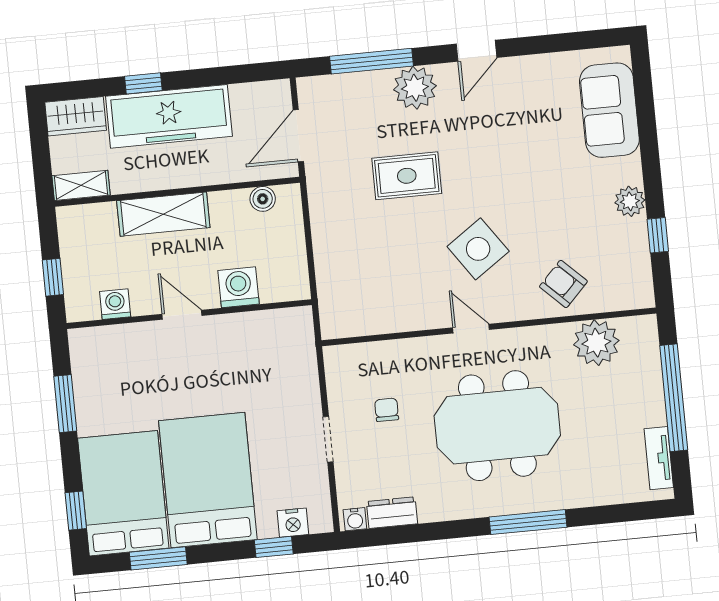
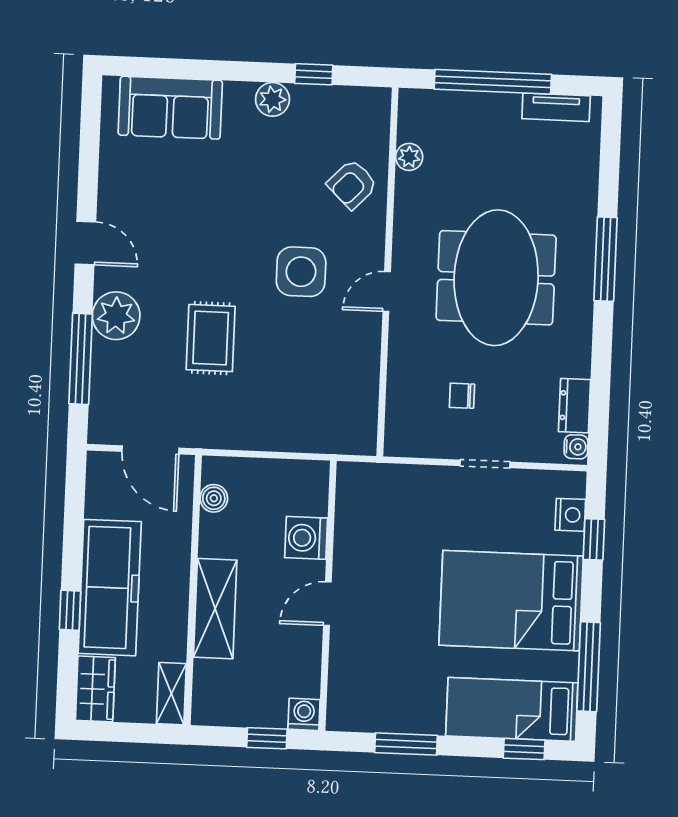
side table: (478, 249) -> (301, 272), turned 35
washing machine: (115, 304) -> (304, 714), moved, turned 90
plant: (596, 343) -> (409, 157), width x0.53, depth x0.53
bed: (123, 493) -> (512, 709), width x0.67
window: (158, 558) -> (589, 667), width x1.44

